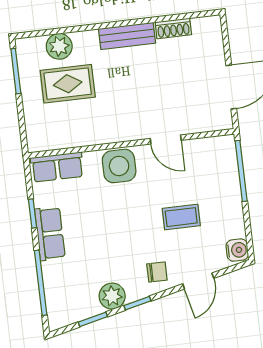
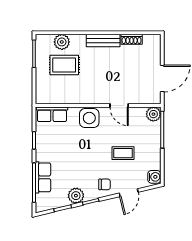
plant: (224, 147) -> (153, 114), added
row of seats: (50, 234) -> (43, 177), moved

